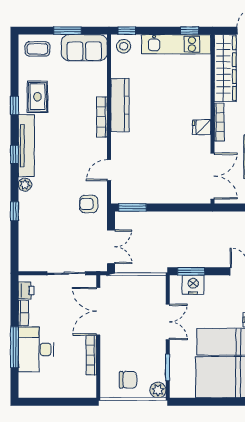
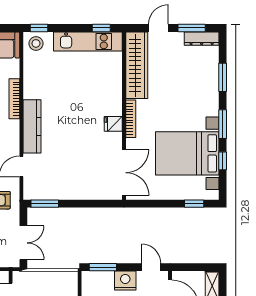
kitchen counter: (120, 105) -> (32, 126), moved
bookcase: (102, 117) -> (14, 99), moved
nightstand: (193, 285) -> (125, 281), moved

